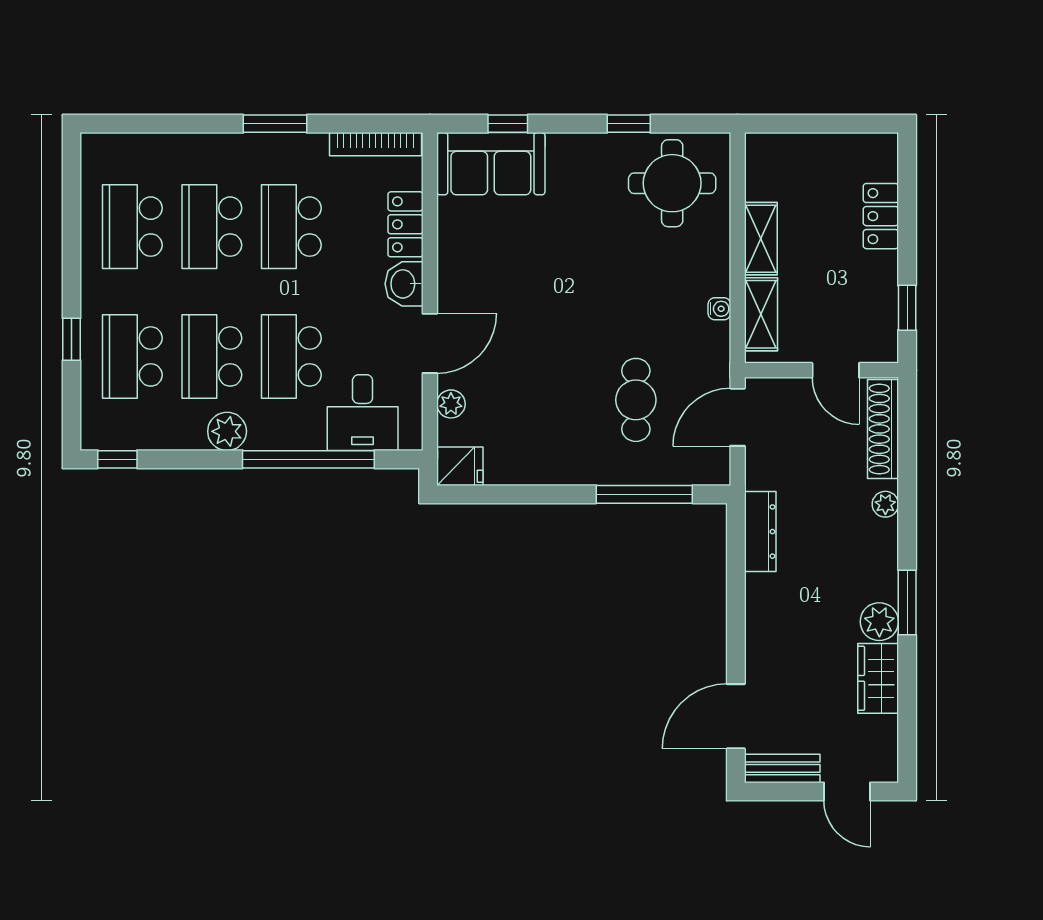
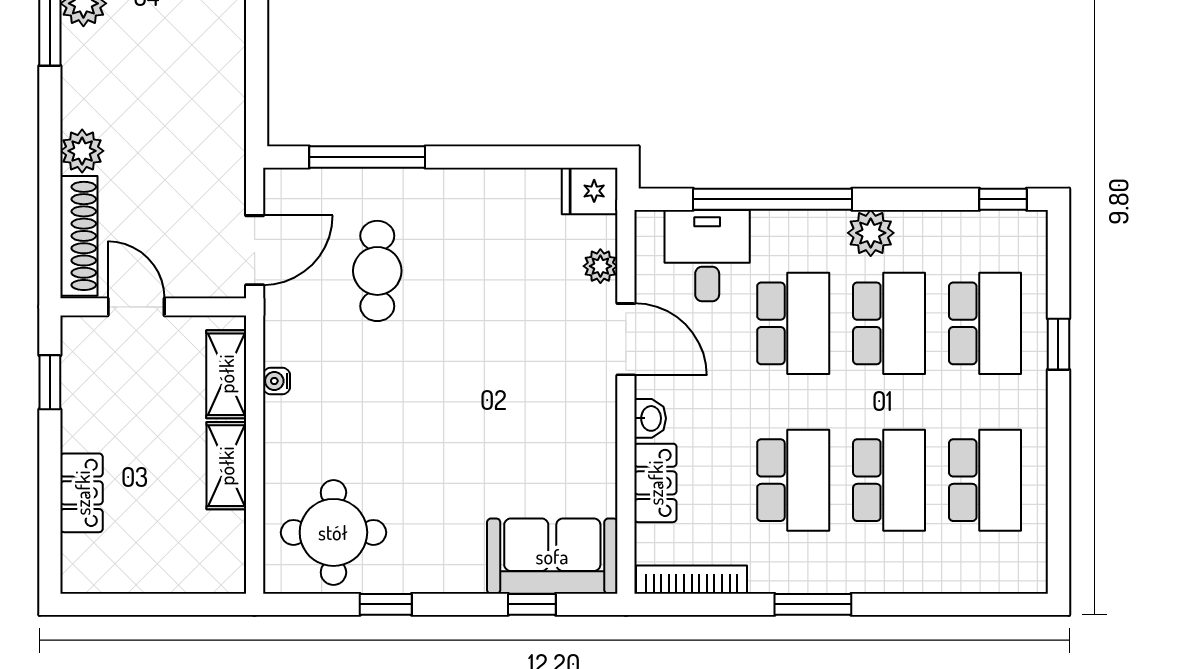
washbasin: (404, 284) -> (650, 418), width x0.72, depth x0.69
door: (430, 343) -> (626, 339), swing flipped
plant: (885, 504) -> (82, 151), width x1.38, depth x1.38
dresser: (760, 532) -> (227, 112), removed

